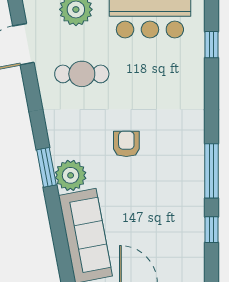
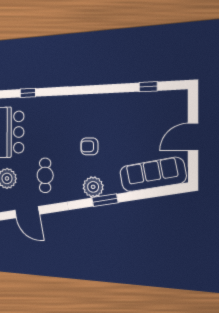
window: (212, 171) -> (107, 89), removed
plant: (71, 175) -> (93, 187), moved

